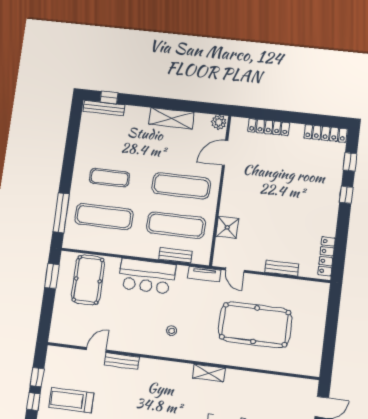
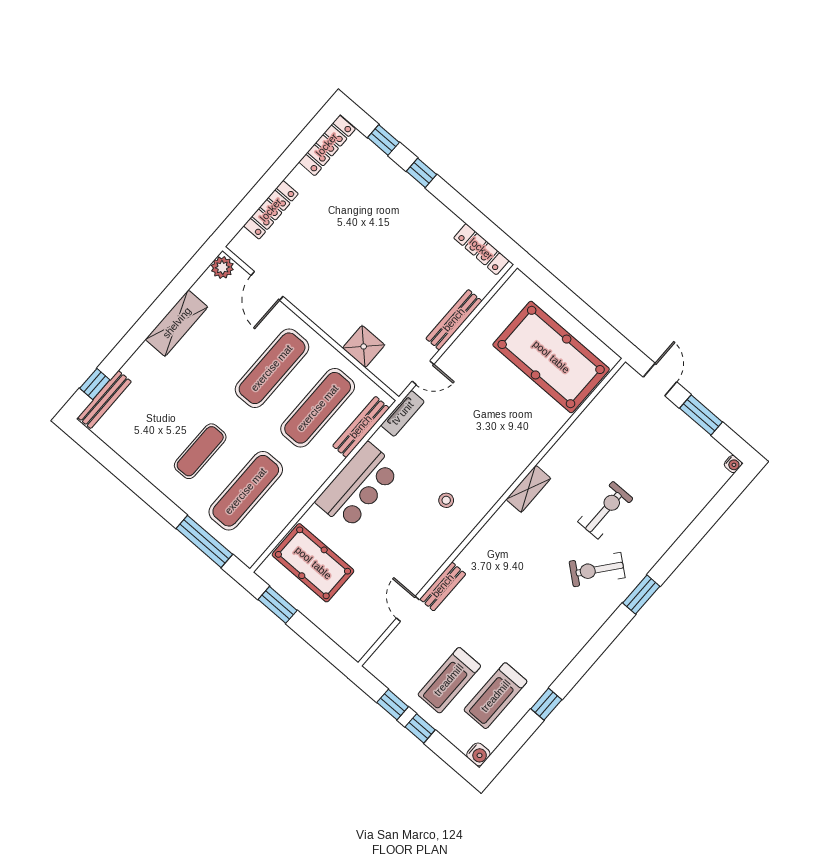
bench: (175, 255) -> (361, 427), width x1.36
bench: (282, 268) -> (454, 320), width x1.36
pool table: (255, 325) -> (551, 357), moved, turned 90

